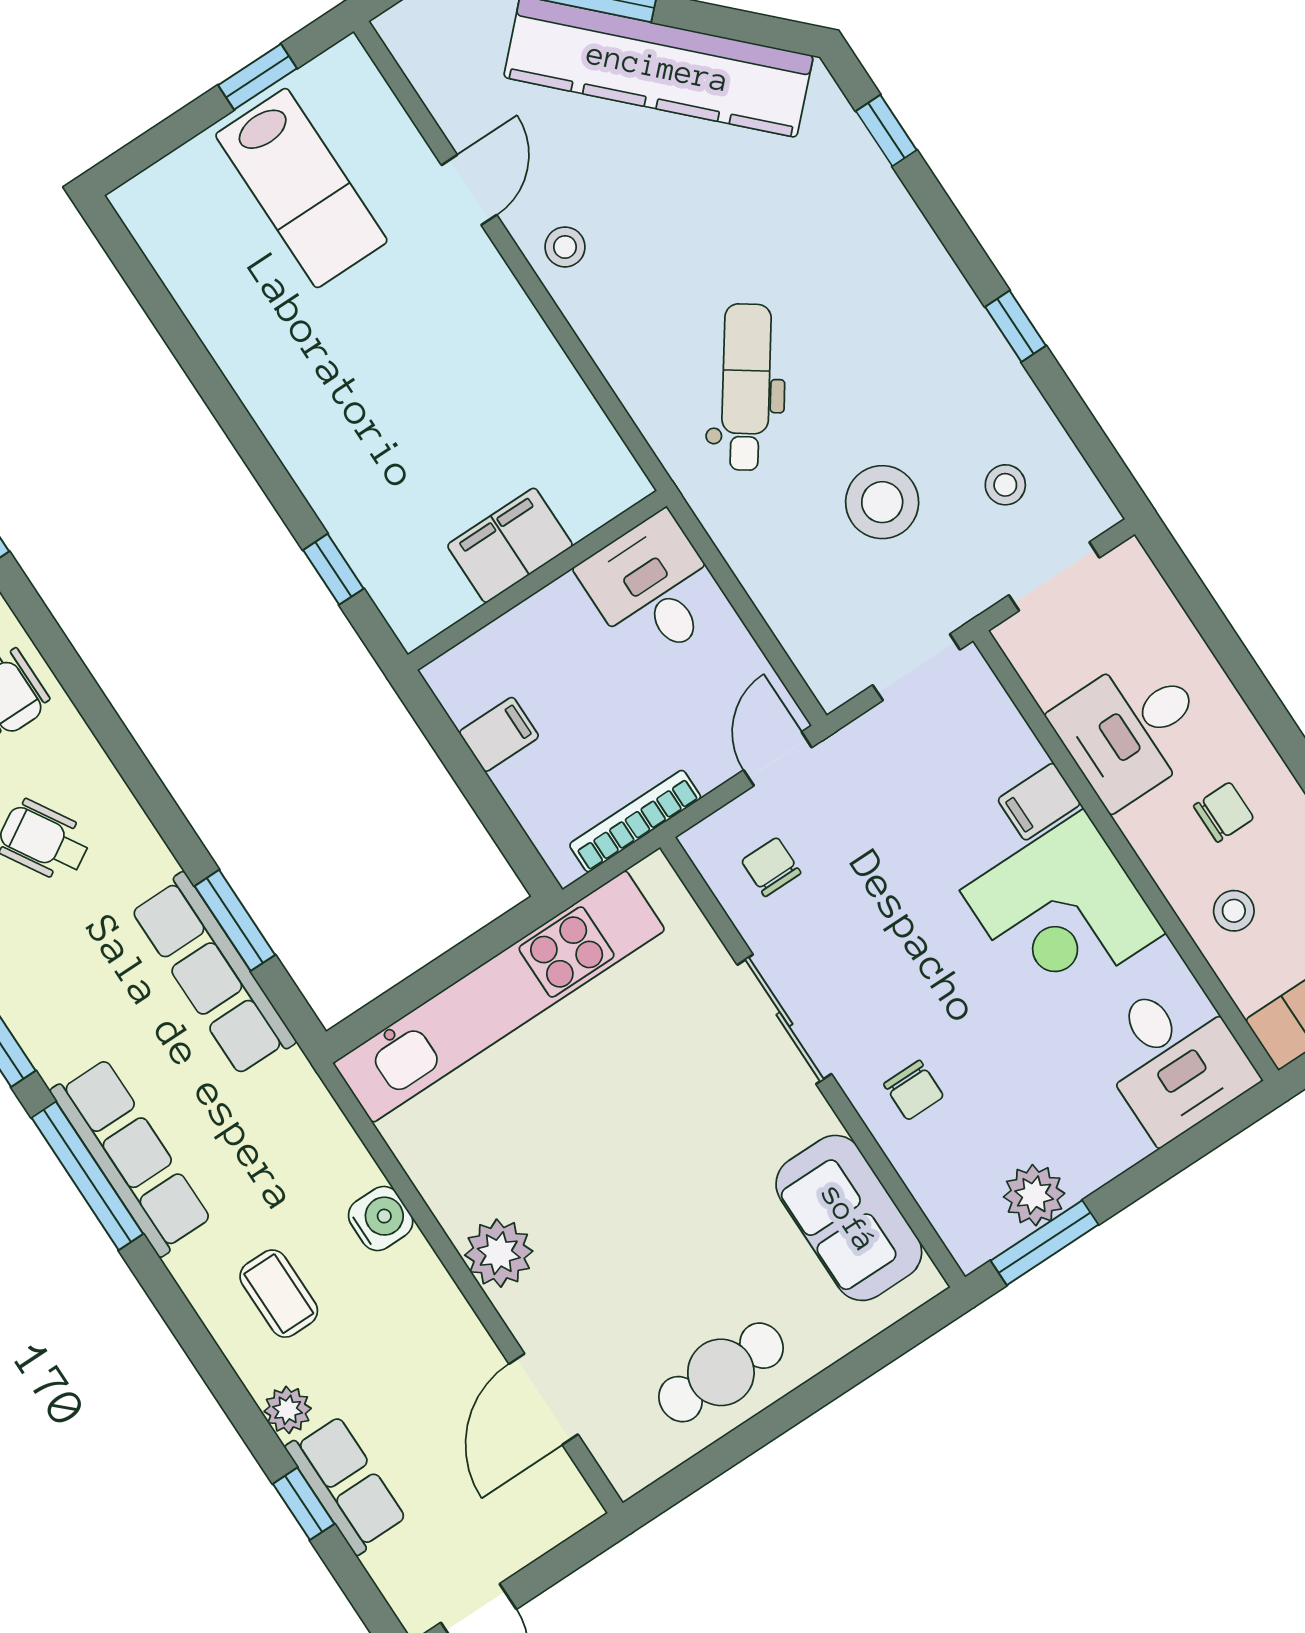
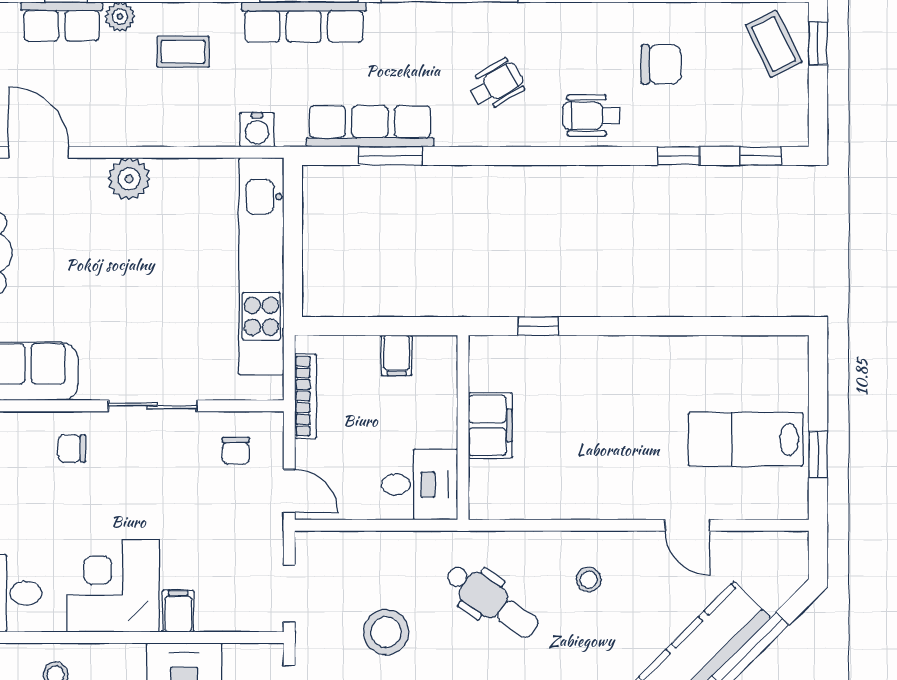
stool: (565, 247) -> (589, 580), moved
chair: (771, 867) -> (236, 451), turned 90
water cooler: (381, 1219) -> (257, 130), moved

